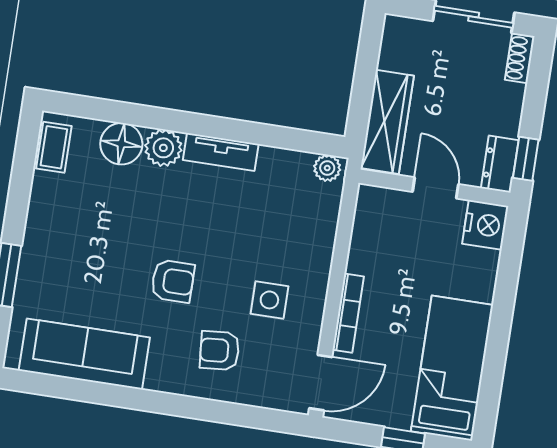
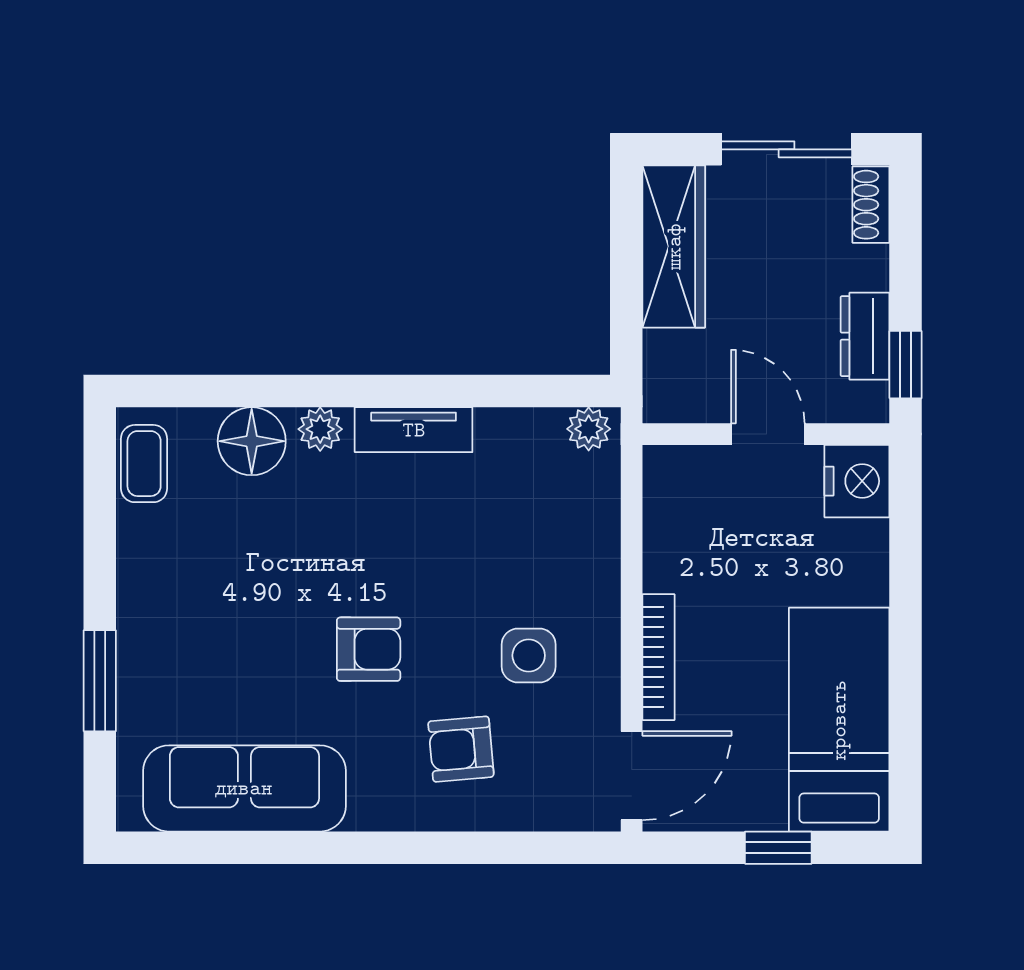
wardrobe: (387, 122) -> (674, 247), moved
plant: (163, 148) -> (320, 429), width x0.73, depth x0.73
dresser: (500, 164) -> (865, 336), moved

